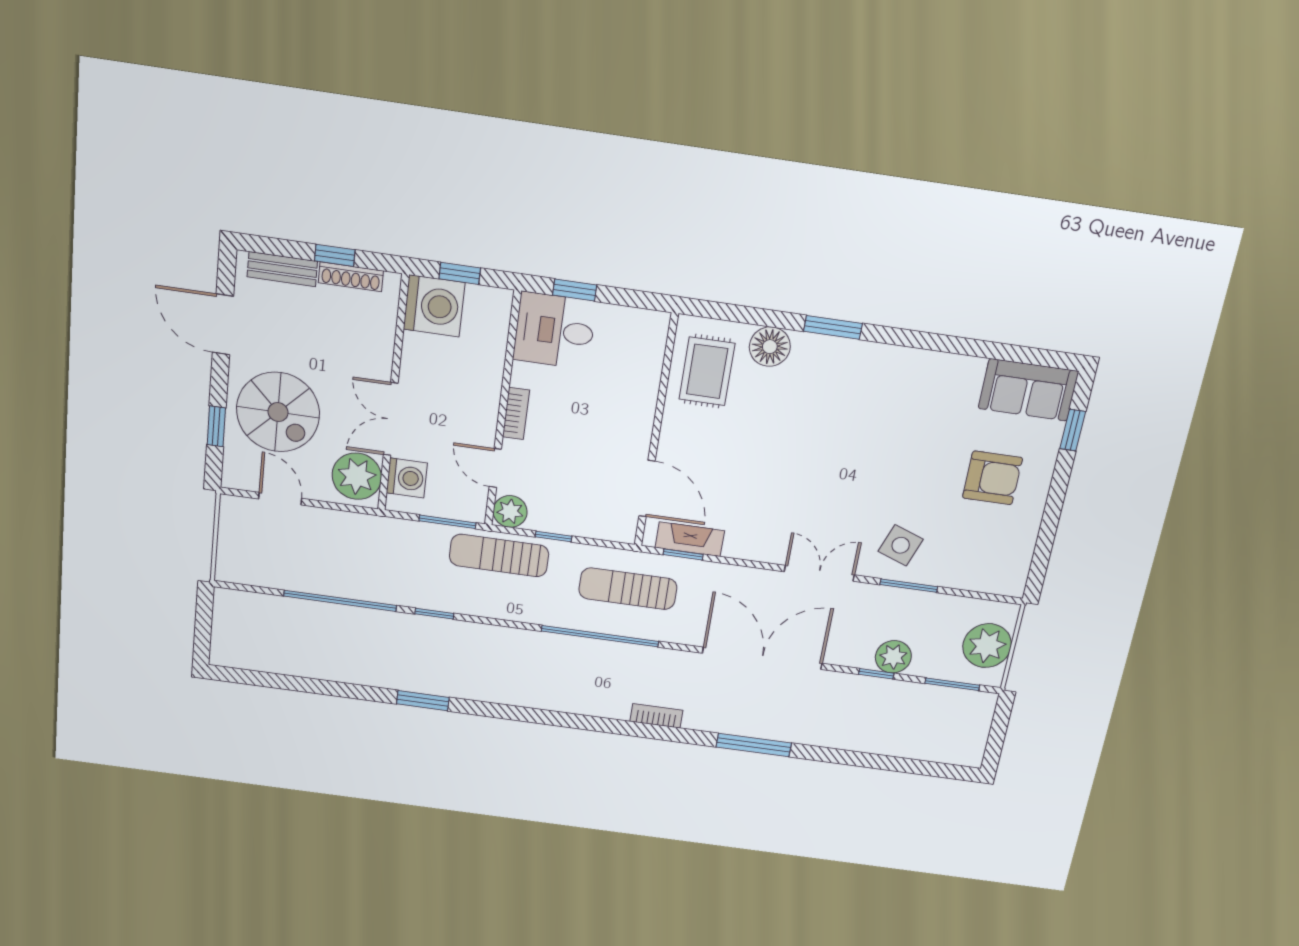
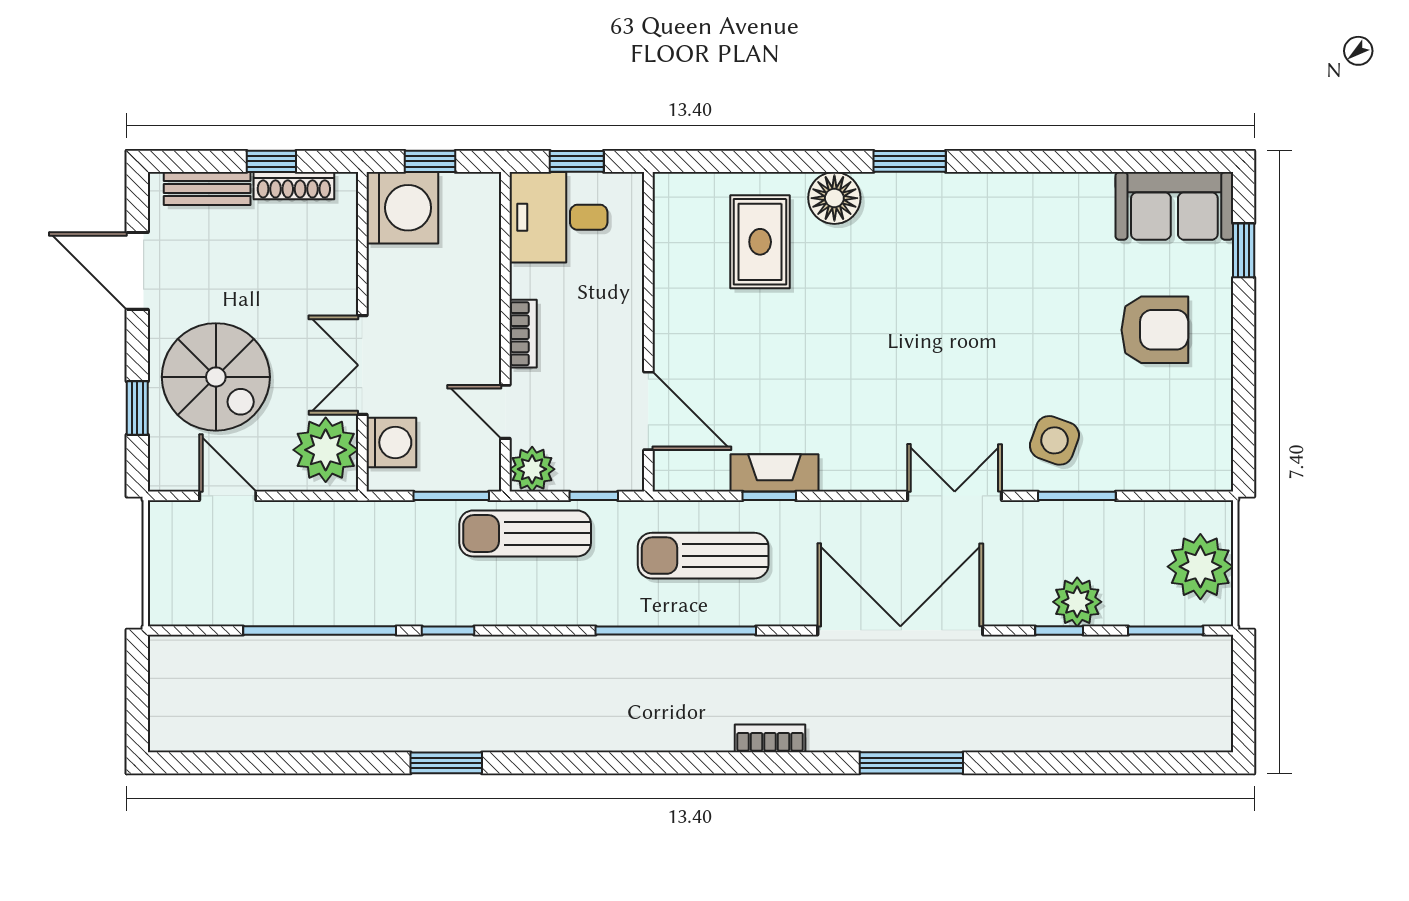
wall: (656, 432) -> (648, 332), moved
door: (647, 489) -> (648, 411), moved

